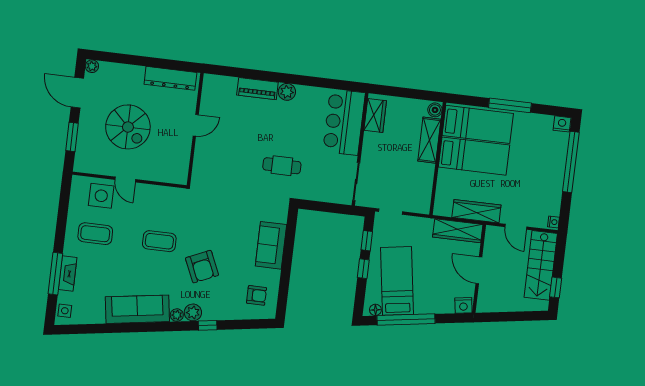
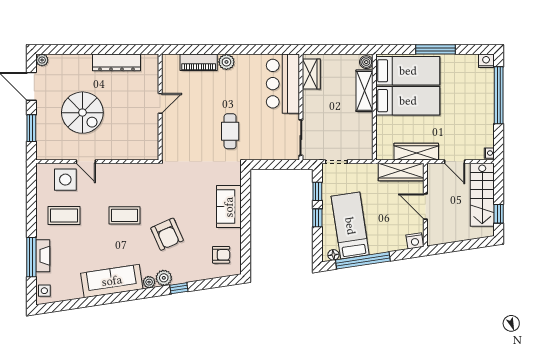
door: (196, 125) -> (160, 103), moved
wall: (195, 129) -> (160, 107), moved
cafe table: (282, 166) -> (230, 131), turned 90

